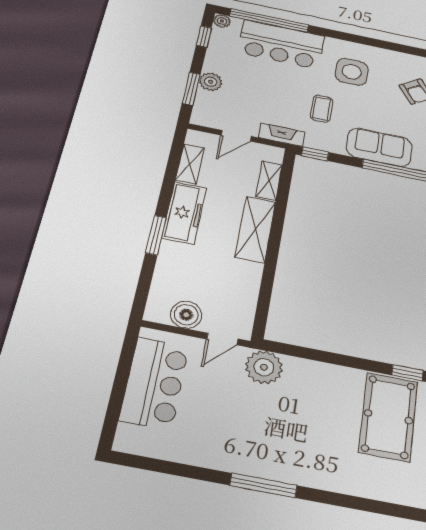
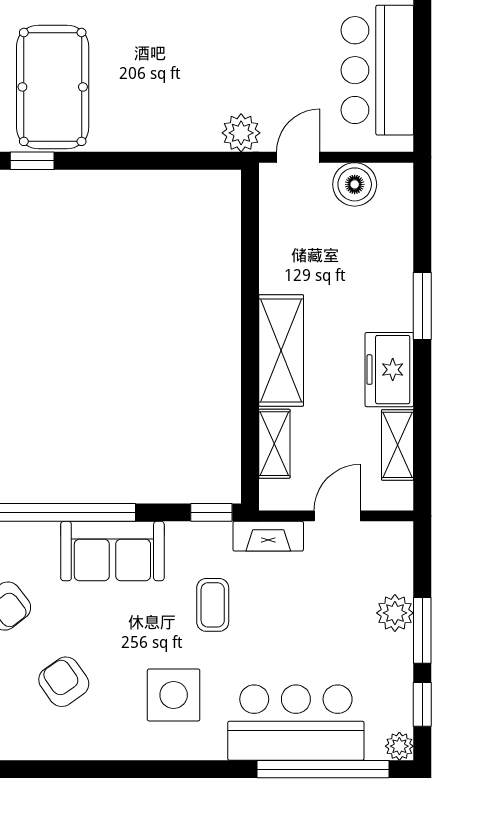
window: (191, 89) -> (422, 630), moved
freezer: (184, 213) -> (389, 370), width x0.71
plant: (264, 367) -> (241, 133), width x0.73, depth x0.73

